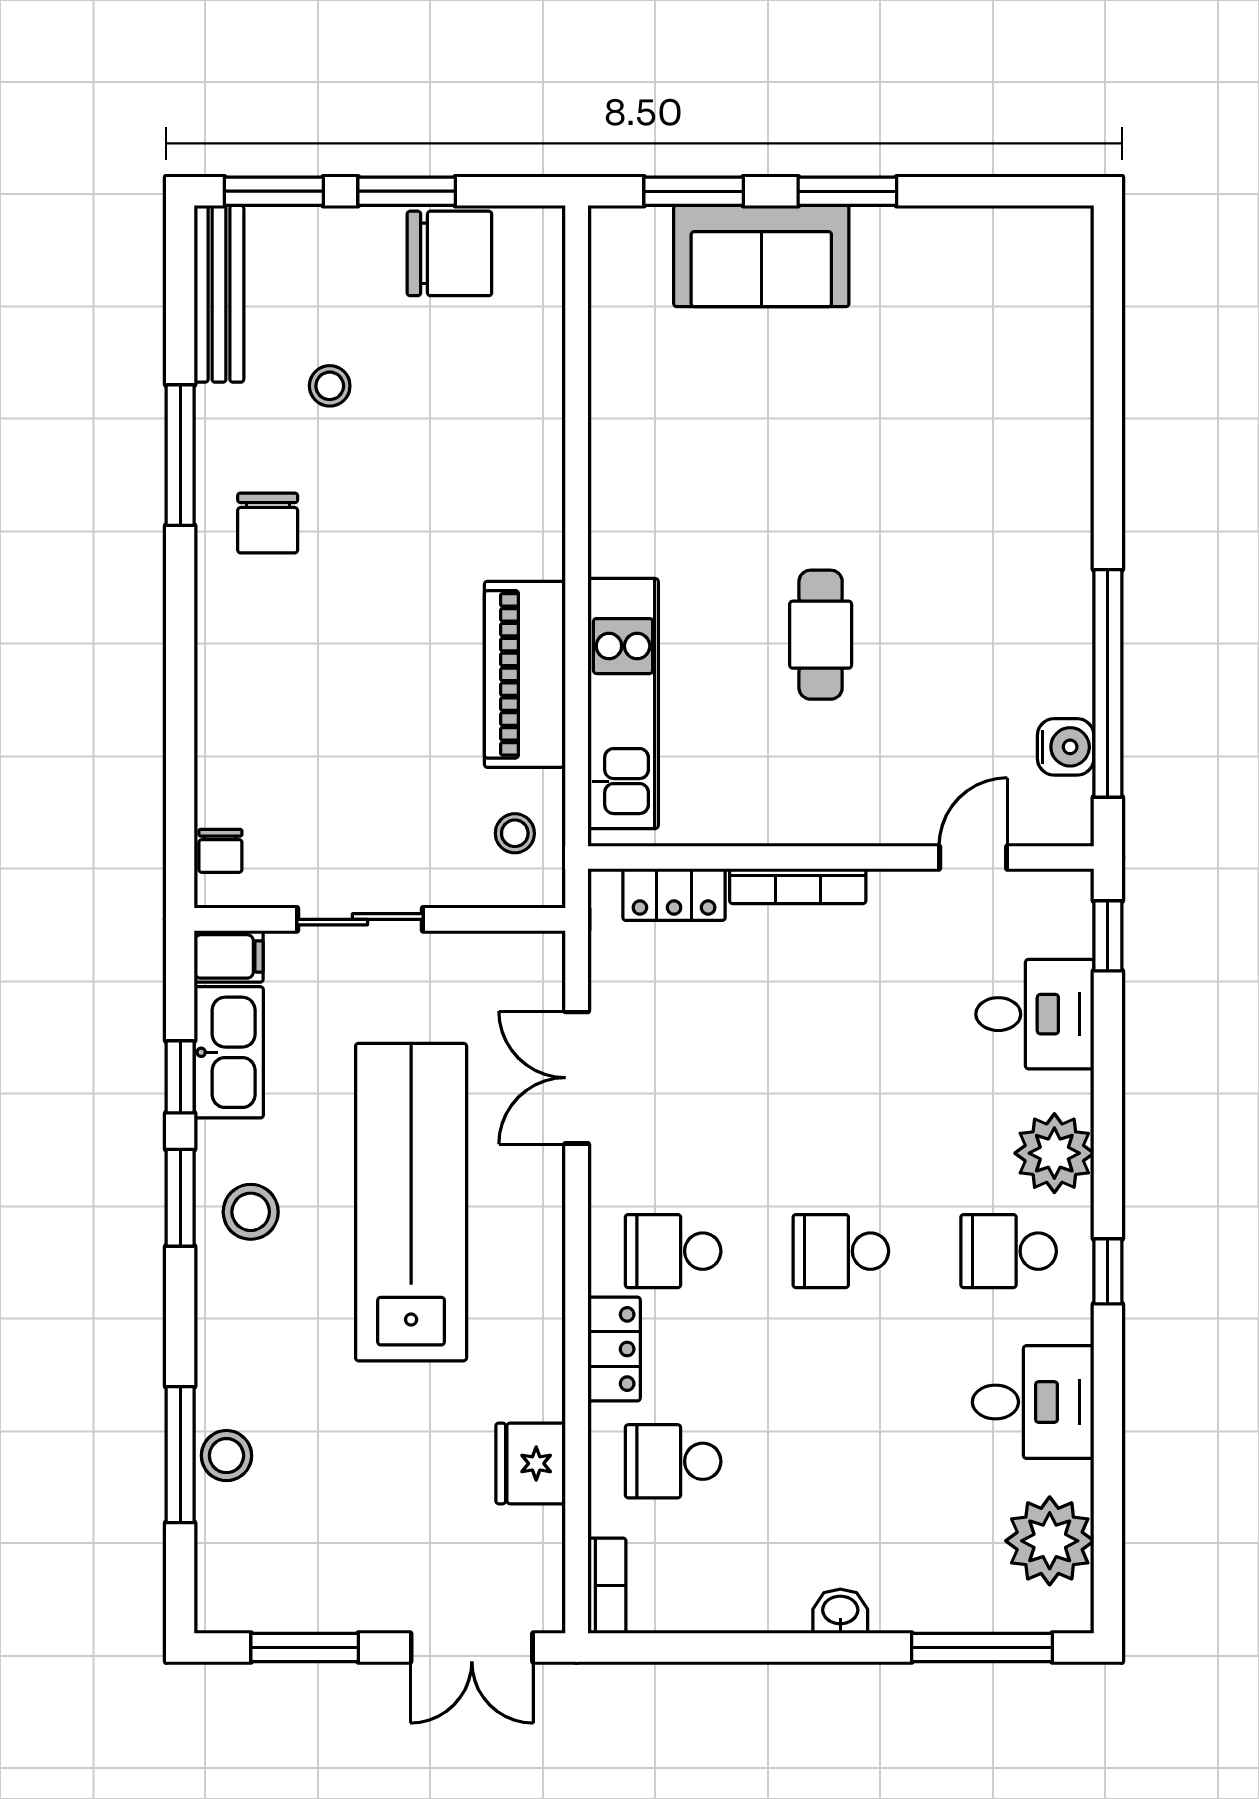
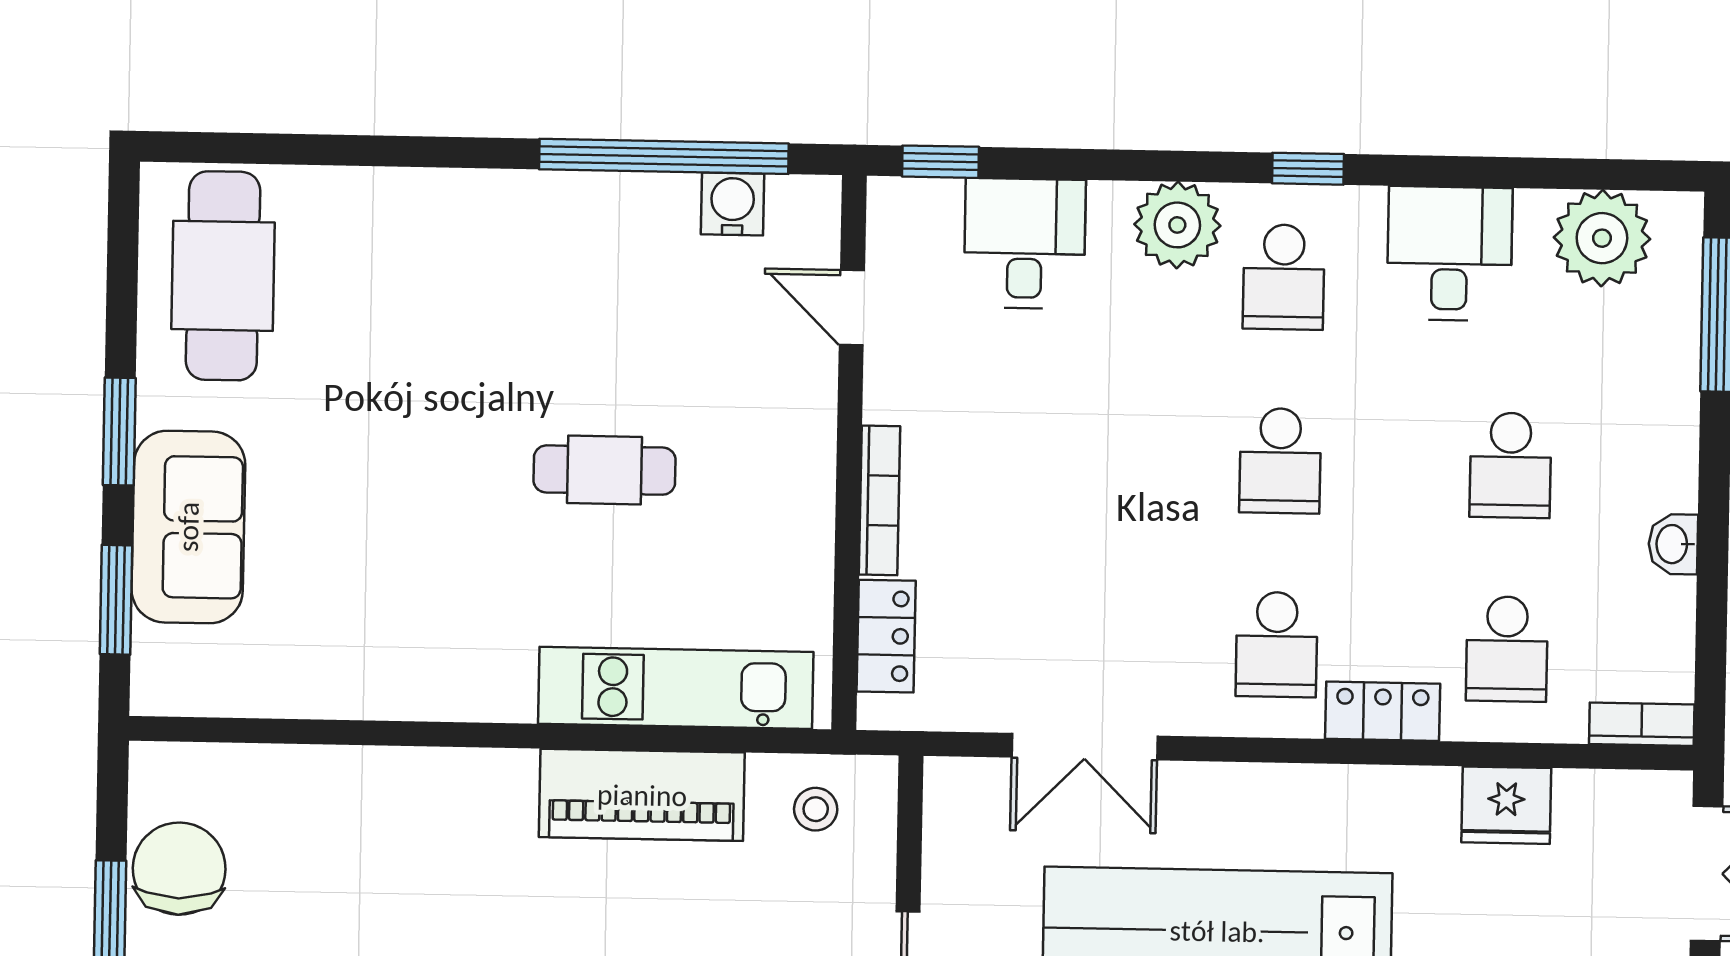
cafe table: (991, 283) -> (223, 276), added
school desk: (841, 1461) -> (1510, 465), added
washbasin: (840, 1611) -> (1673, 544), moved

